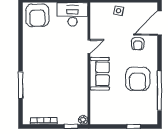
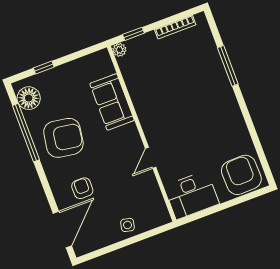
sofa: (100, 74) -> (112, 102), moved
armchair: (138, 79) -> (63, 138), turned 99
floor lamp: (150, 111) -> (29, 98), added

